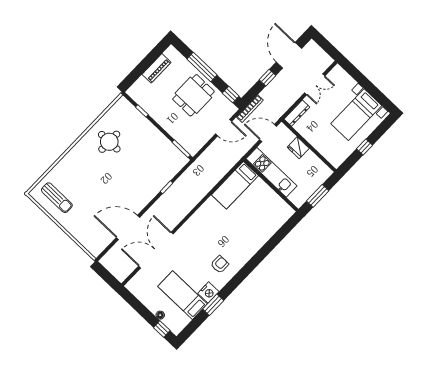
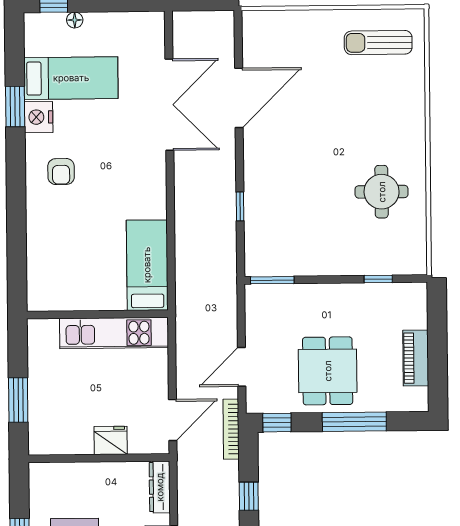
kitchen unit: (272, 172) -> (114, 333), moved
bed: (235, 185) -> (147, 265), moved
wall: (271, 185) -> (97, 314), moved

